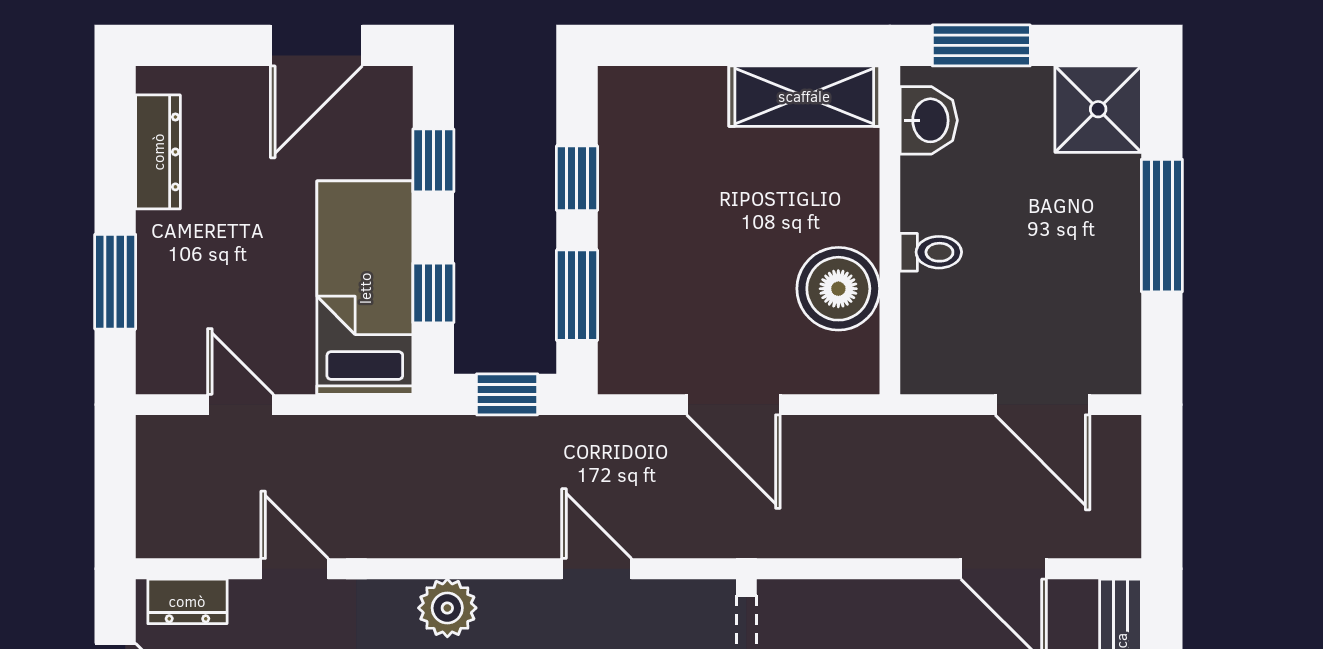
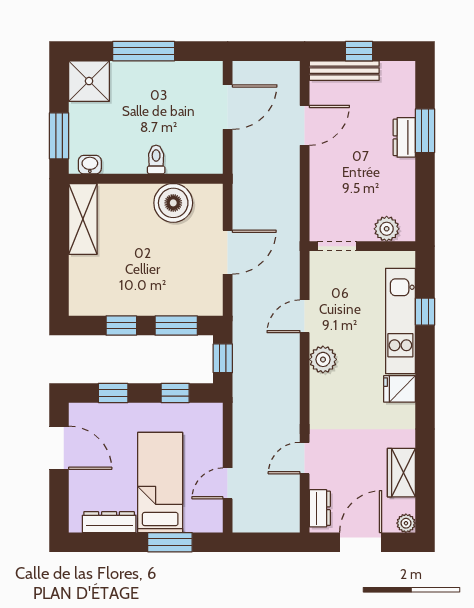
washbasin: (929, 120) -> (90, 165), width x0.72, depth x0.69
bed: (365, 288) -> (160, 482), moved, turned 90
plant: (447, 608) -> (323, 359), moved

